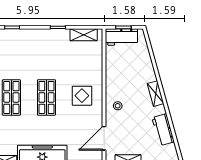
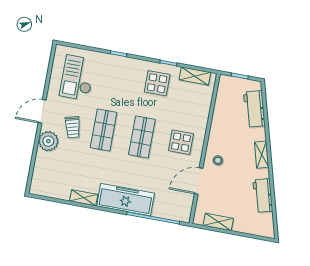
workbench: (121, 37) -> (254, 109), moved, turned 75
display table: (51, 47) -> (157, 83), added
door: (104, 138) -> (199, 181), moved

